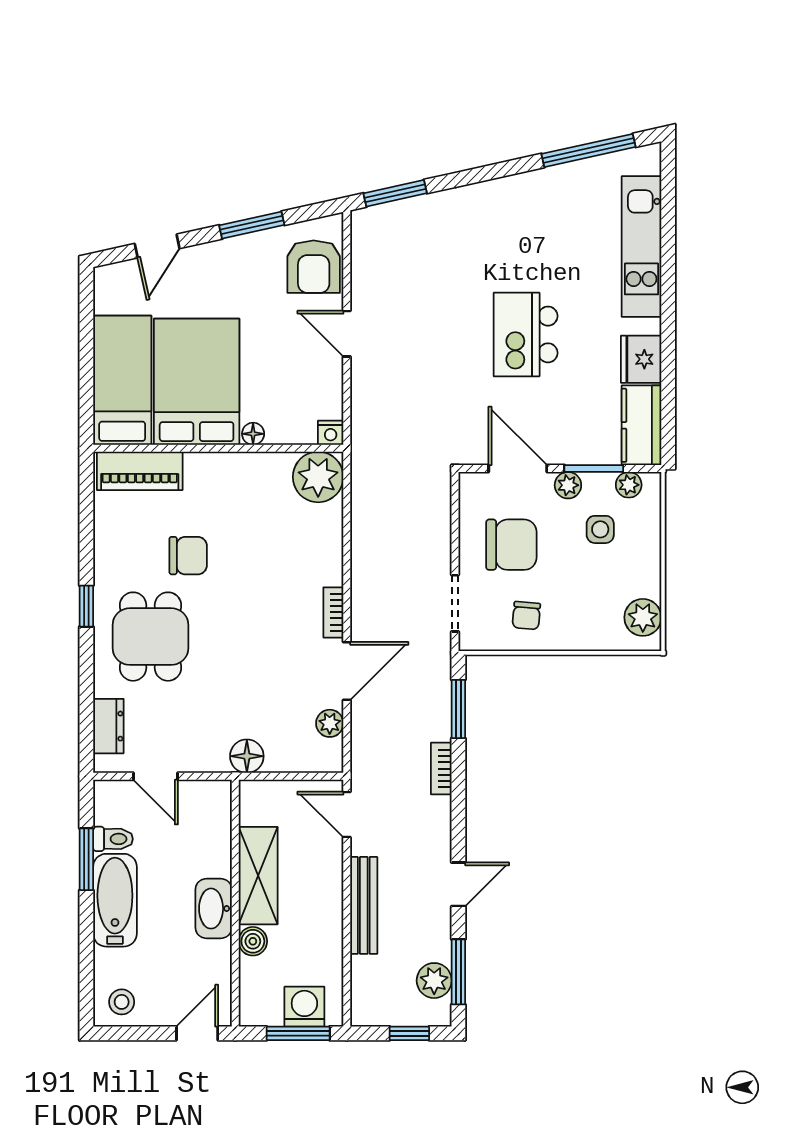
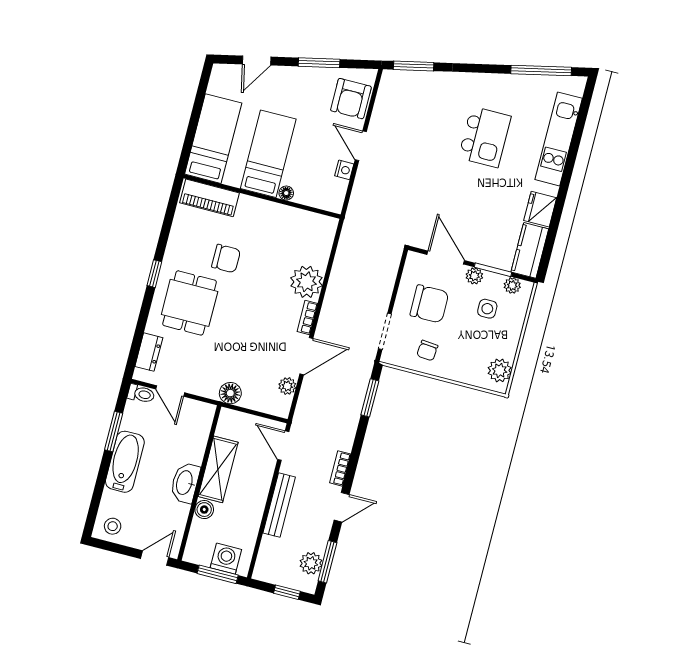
kitchen island: (526, 334) -> (485, 137), moved, turned 180
bed: (197, 382) -> (268, 154), width x0.67
nightstand: (331, 433) -> (344, 170), moved, turned -90
plant: (318, 477) -> (307, 282), moved
bookcase: (441, 769) -> (340, 468), moved
toilet: (113, 839) -> (141, 394), moved

